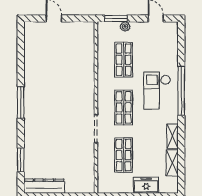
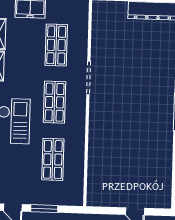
window: (116, 18) -> (44, 209), moved
plant: (125, 26) -> (50, 199), removed

